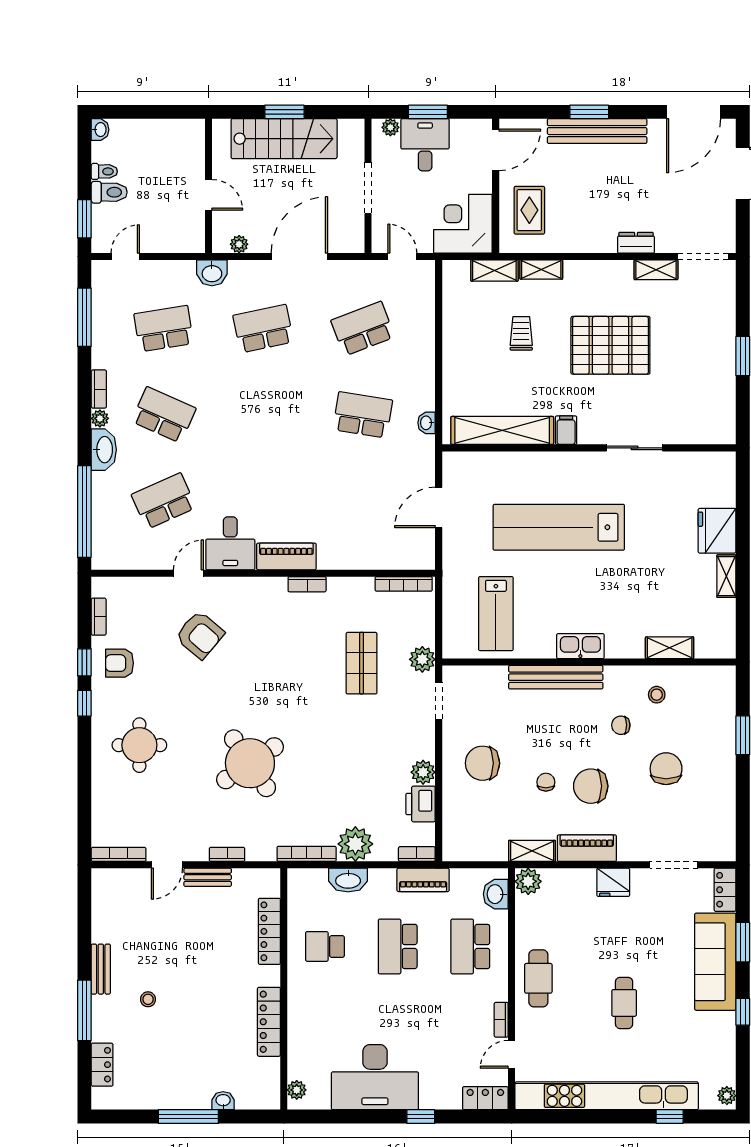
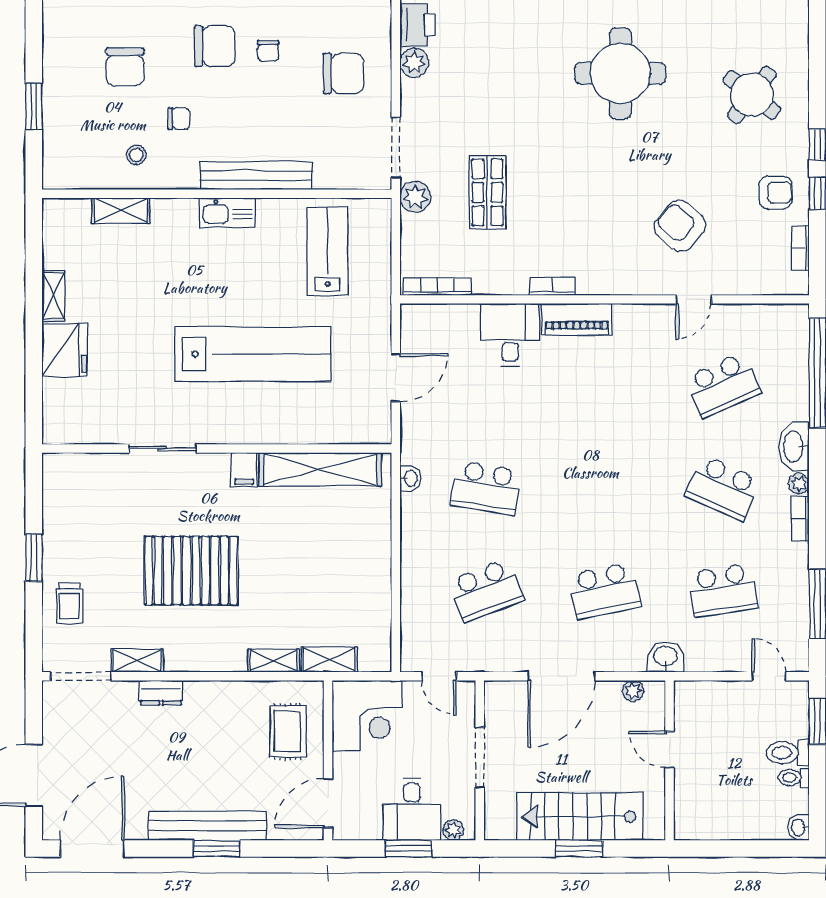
door: (125, 257) -> (769, 676), swing flipped
trolley: (521, 333) -> (69, 603), moved
desk: (230, 543) -> (510, 335), moved
doorway: (439, 701) -> (396, 148), width x1.38
round table: (139, 745) -> (752, 95), turned 38
round table: (250, 763) -> (620, 73), turned 34

